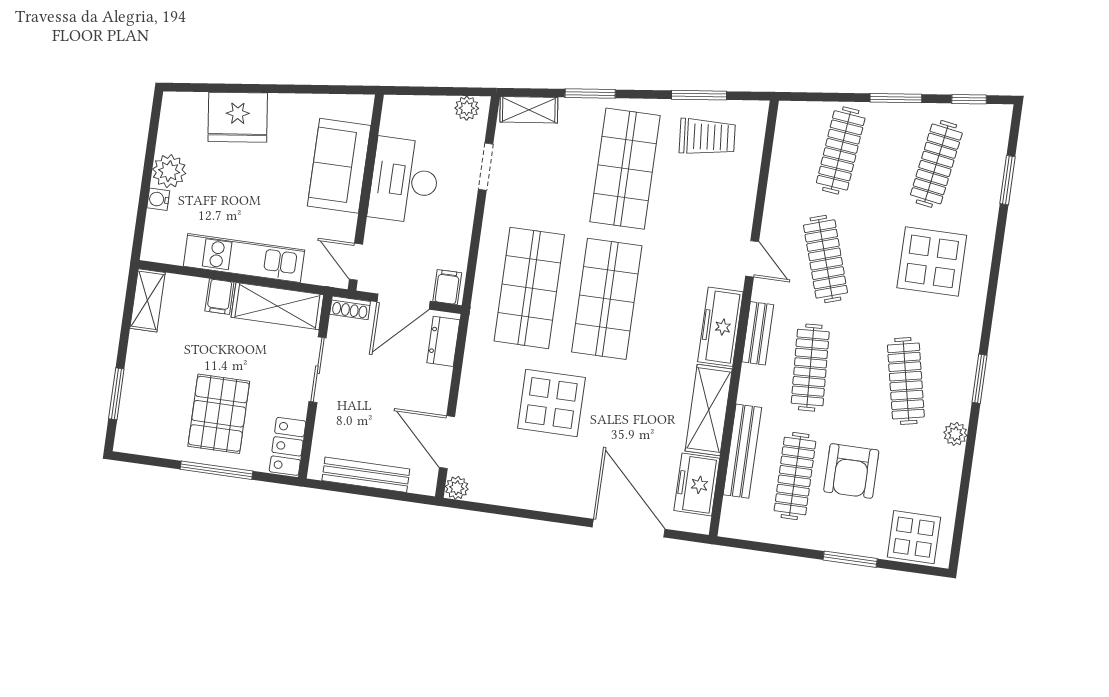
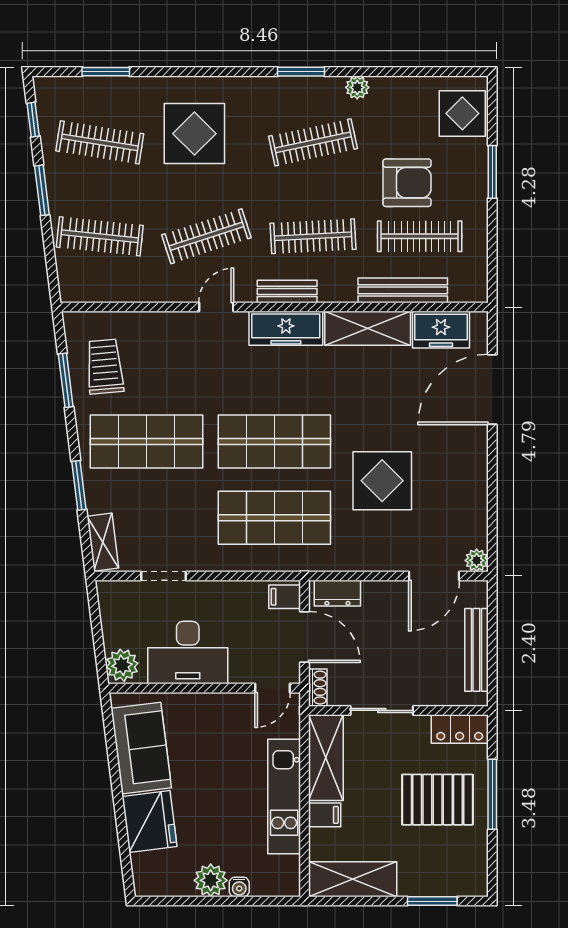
plant: (467, 108) -> (122, 665), moved, width x1.38, depth x1.38
sofa: (339, 166) -> (141, 748), moved, turned -97
shelving: (147, 300) -> (353, 879), width x1.50, depth x1.33

